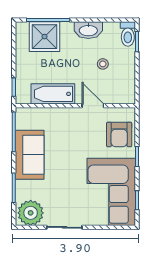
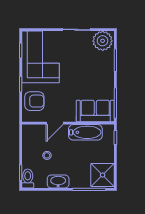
shower: (44, 37) -> (103, 175), moved
door: (93, 106) -> (55, 123), hinge flipped
armchair: (119, 134) -> (34, 101), turned 90
sofa: (30, 155) -> (95, 111), moved, turned 90

